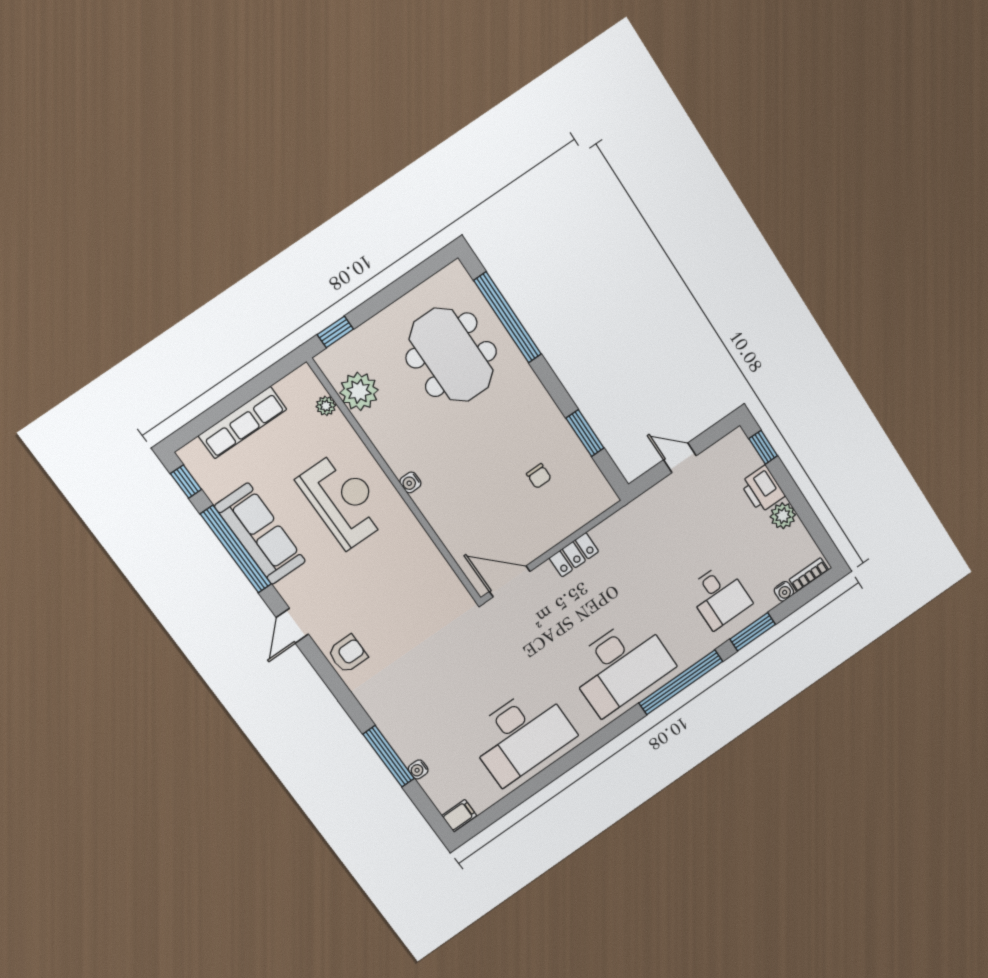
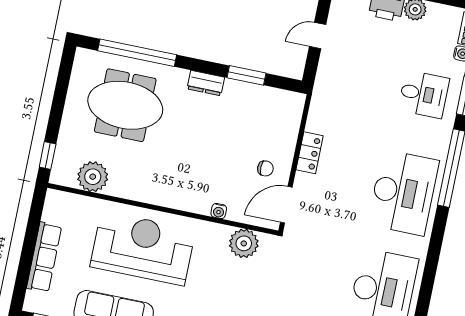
dresser: (543, 405) -> (206, 83), added
plant: (326, 406) -> (244, 243), moved, width x1.87, depth x1.87
chair: (539, 476) -> (265, 168), moved
water cooler: (410, 482) -> (219, 211), moved
reception desk: (343, 500) -> (143, 248), width x1.36, depth x1.30

